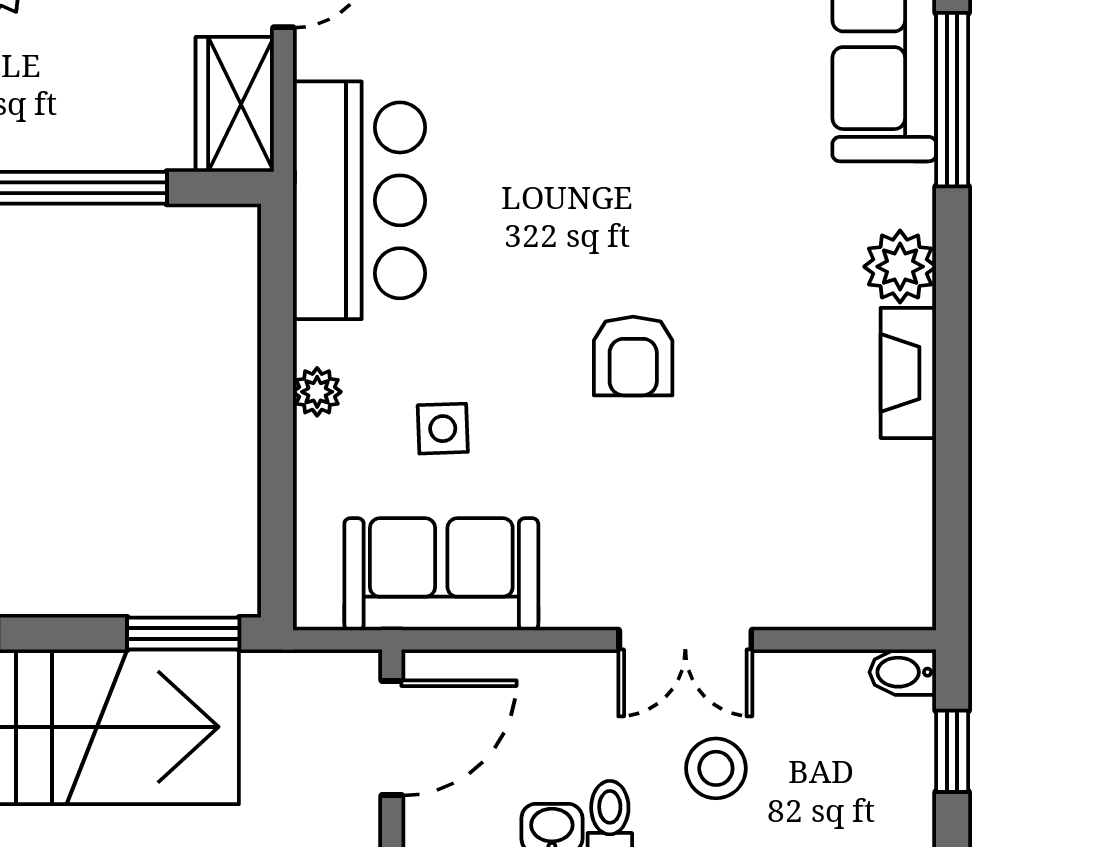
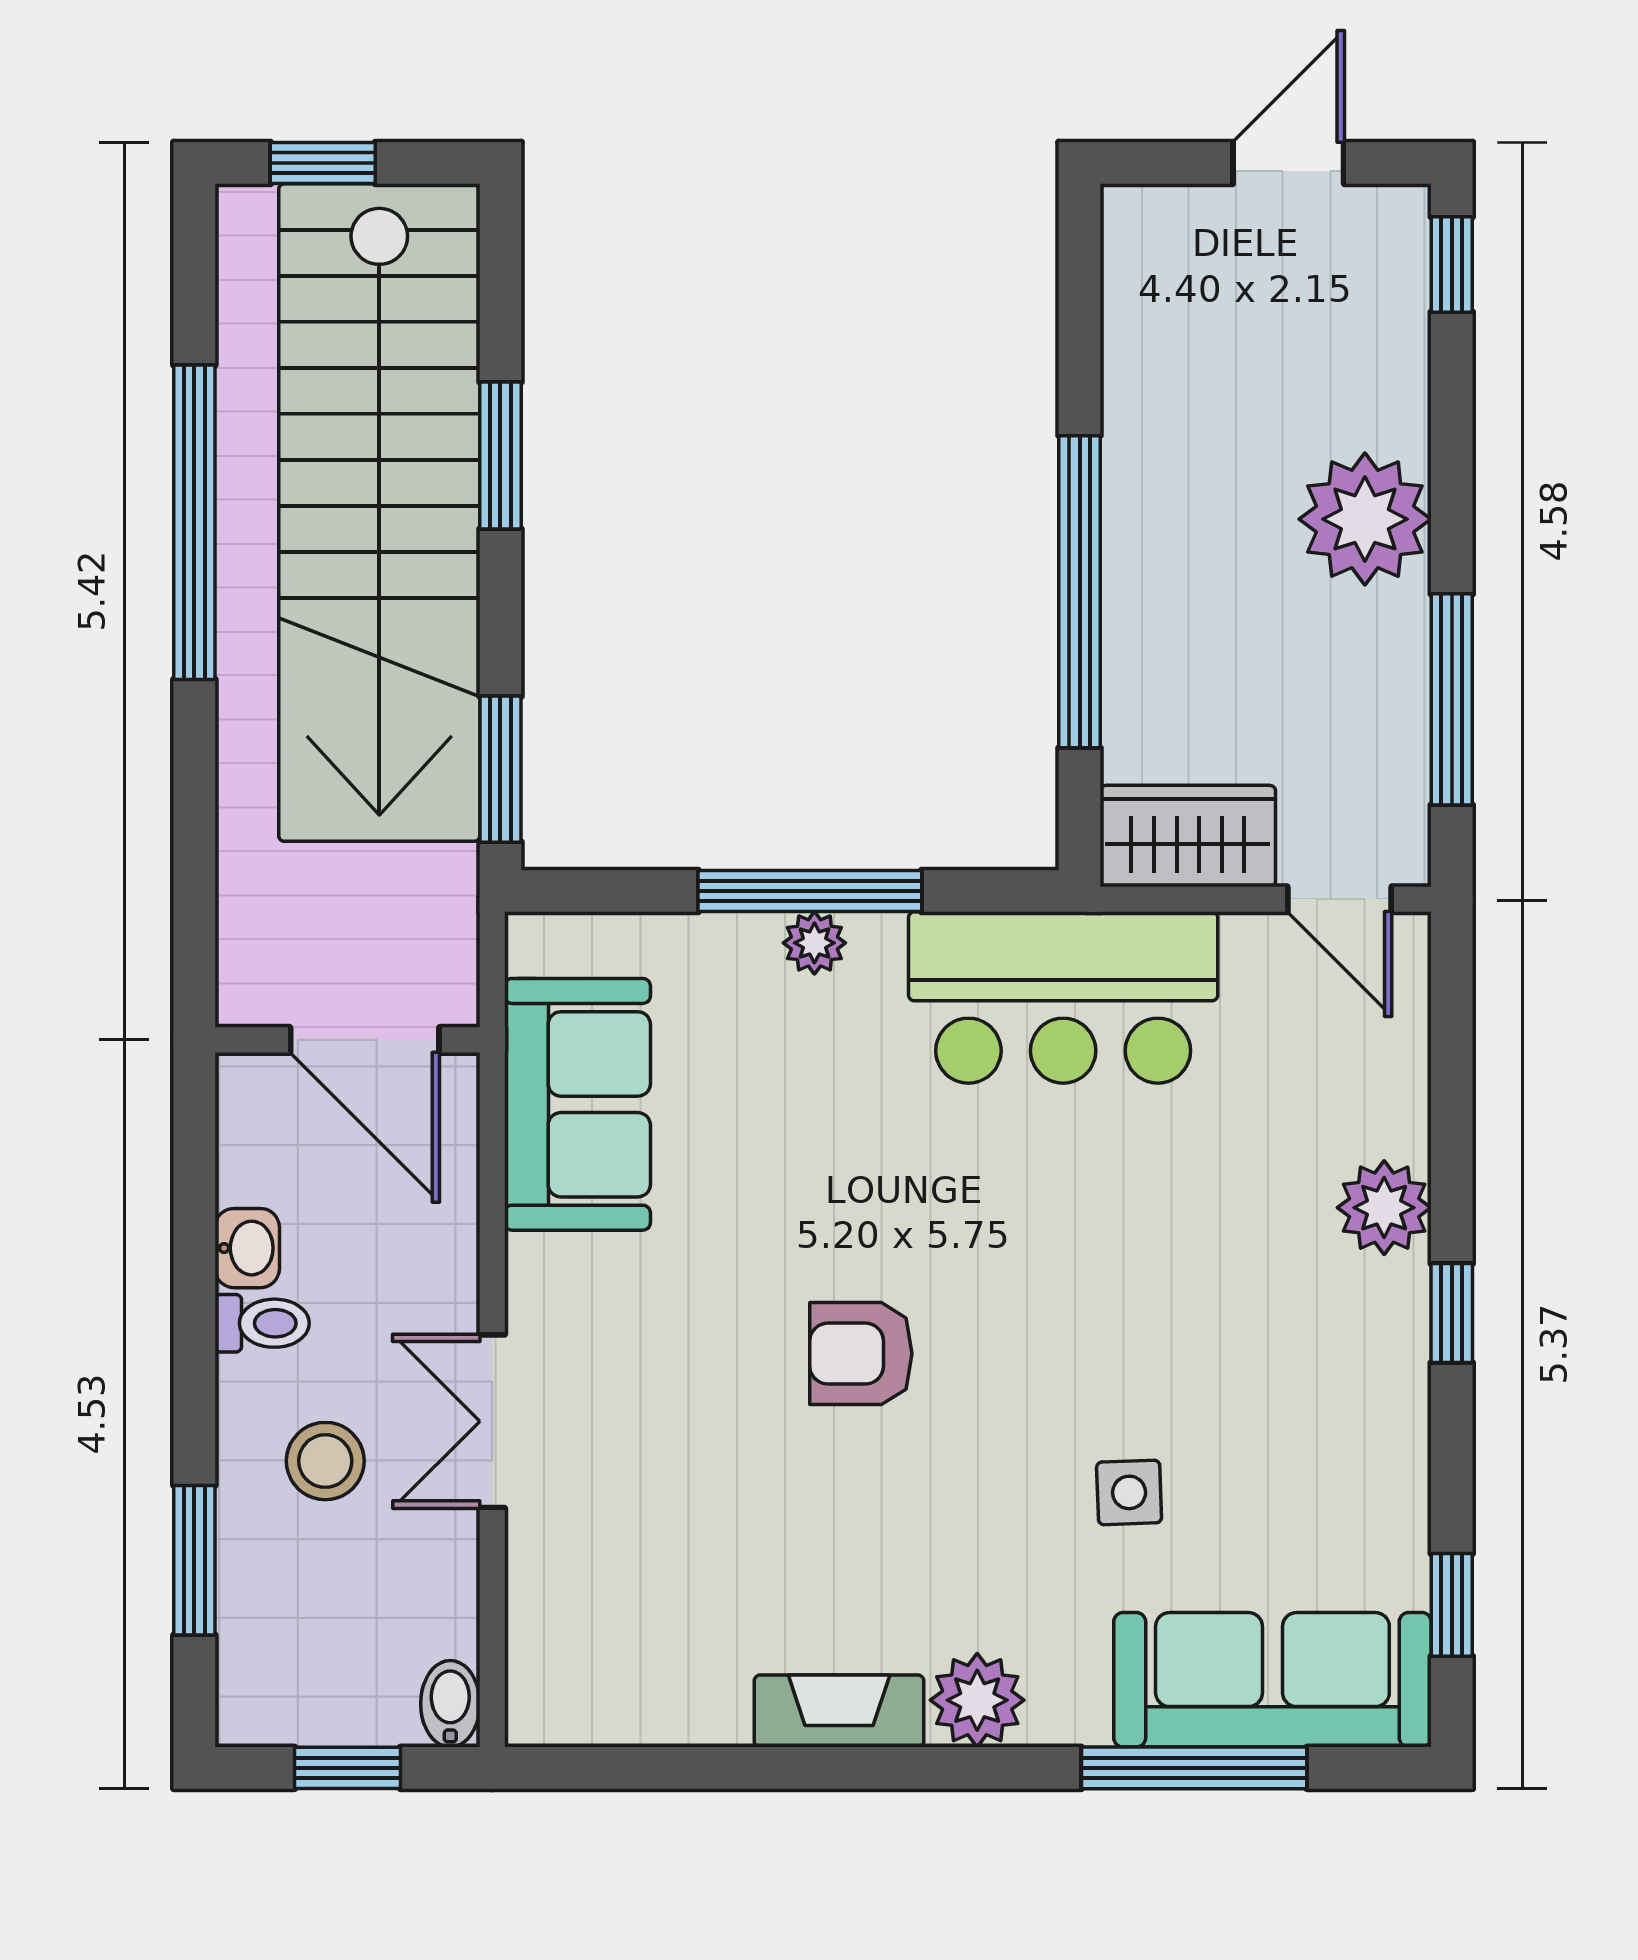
window: (277, 395) -> (810, 891), added
side table: (443, 429) -> (1129, 1492), moved

